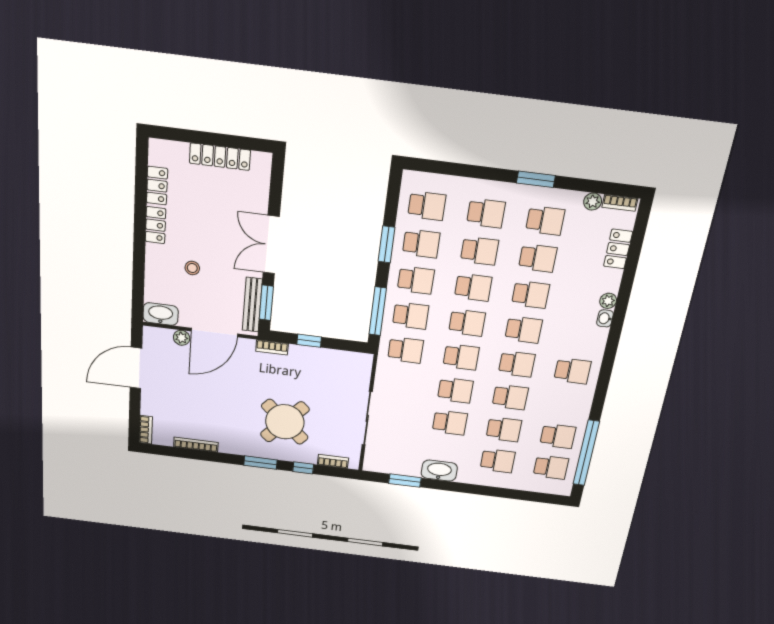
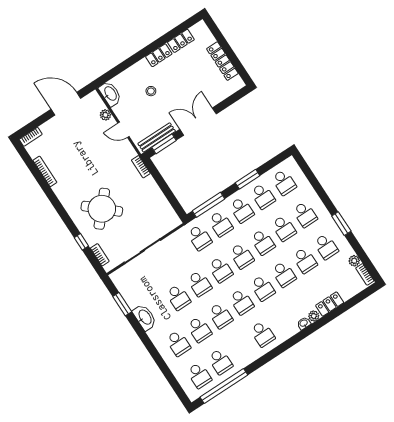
locker: (618, 249) -> (330, 304), moved
door: (214, 332) -> (123, 130), width x0.53
window: (309, 341) -> (161, 183), removed
window: (260, 463) -> (64, 216), removed

